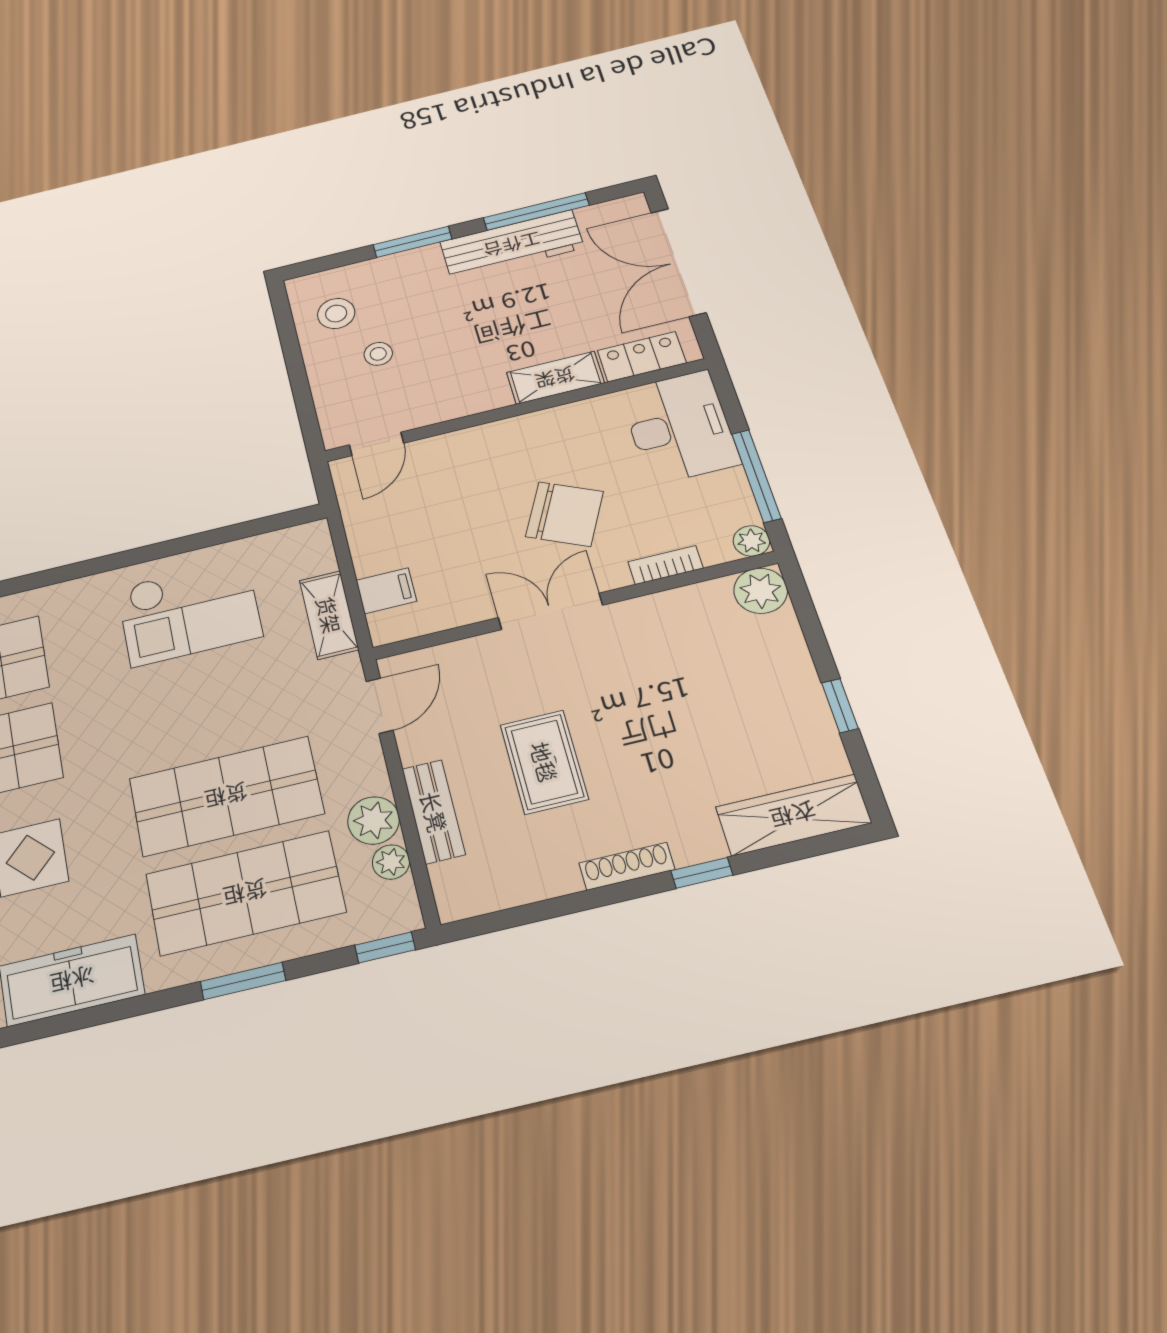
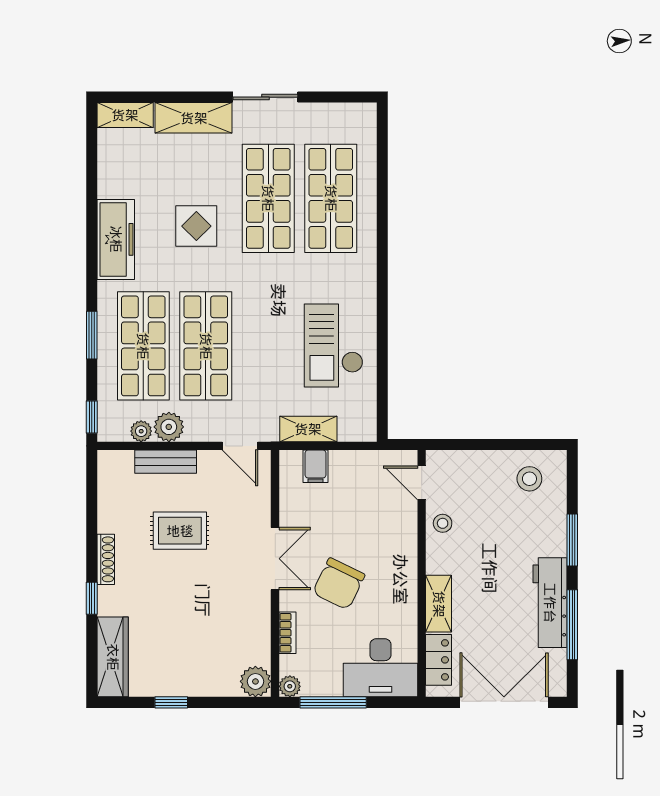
stool: (378, 354) -> (443, 523), moved

